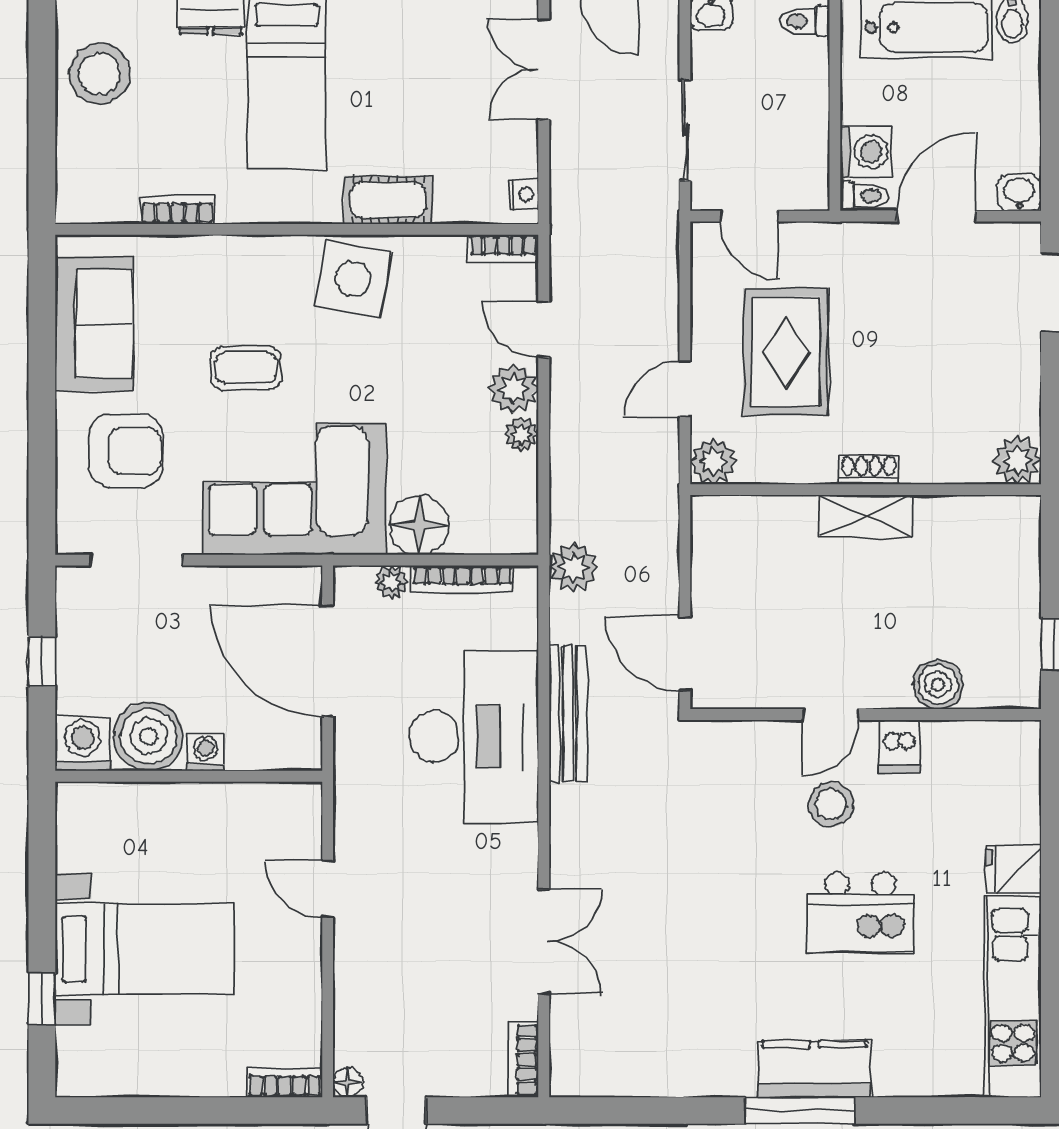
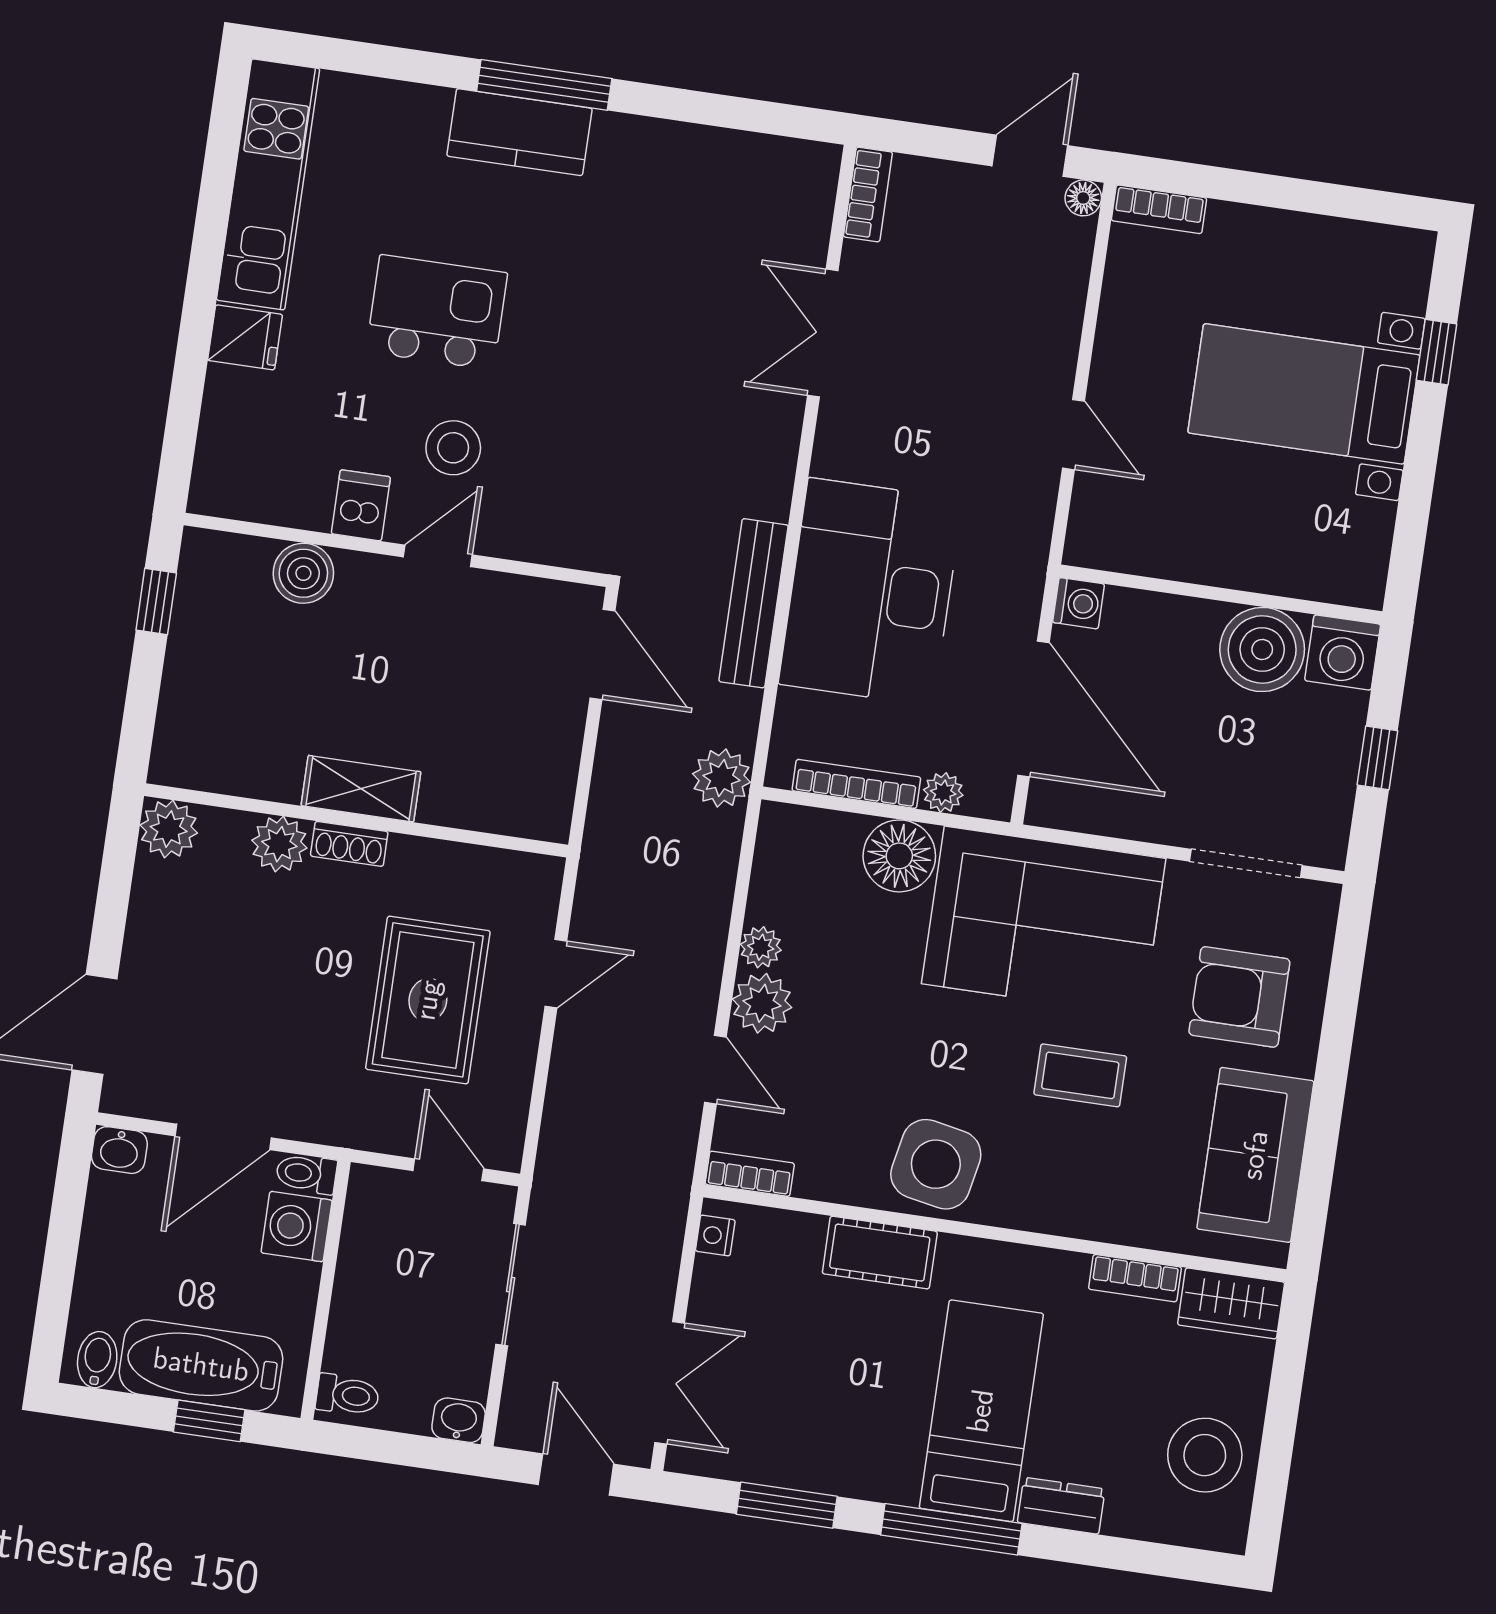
wardrobe: (96, 200) -> (1231, 1303), added
plant: (713, 461) -> (279, 844), moved
washing machine: (206, 752) -> (1079, 603), moved, turned -90

